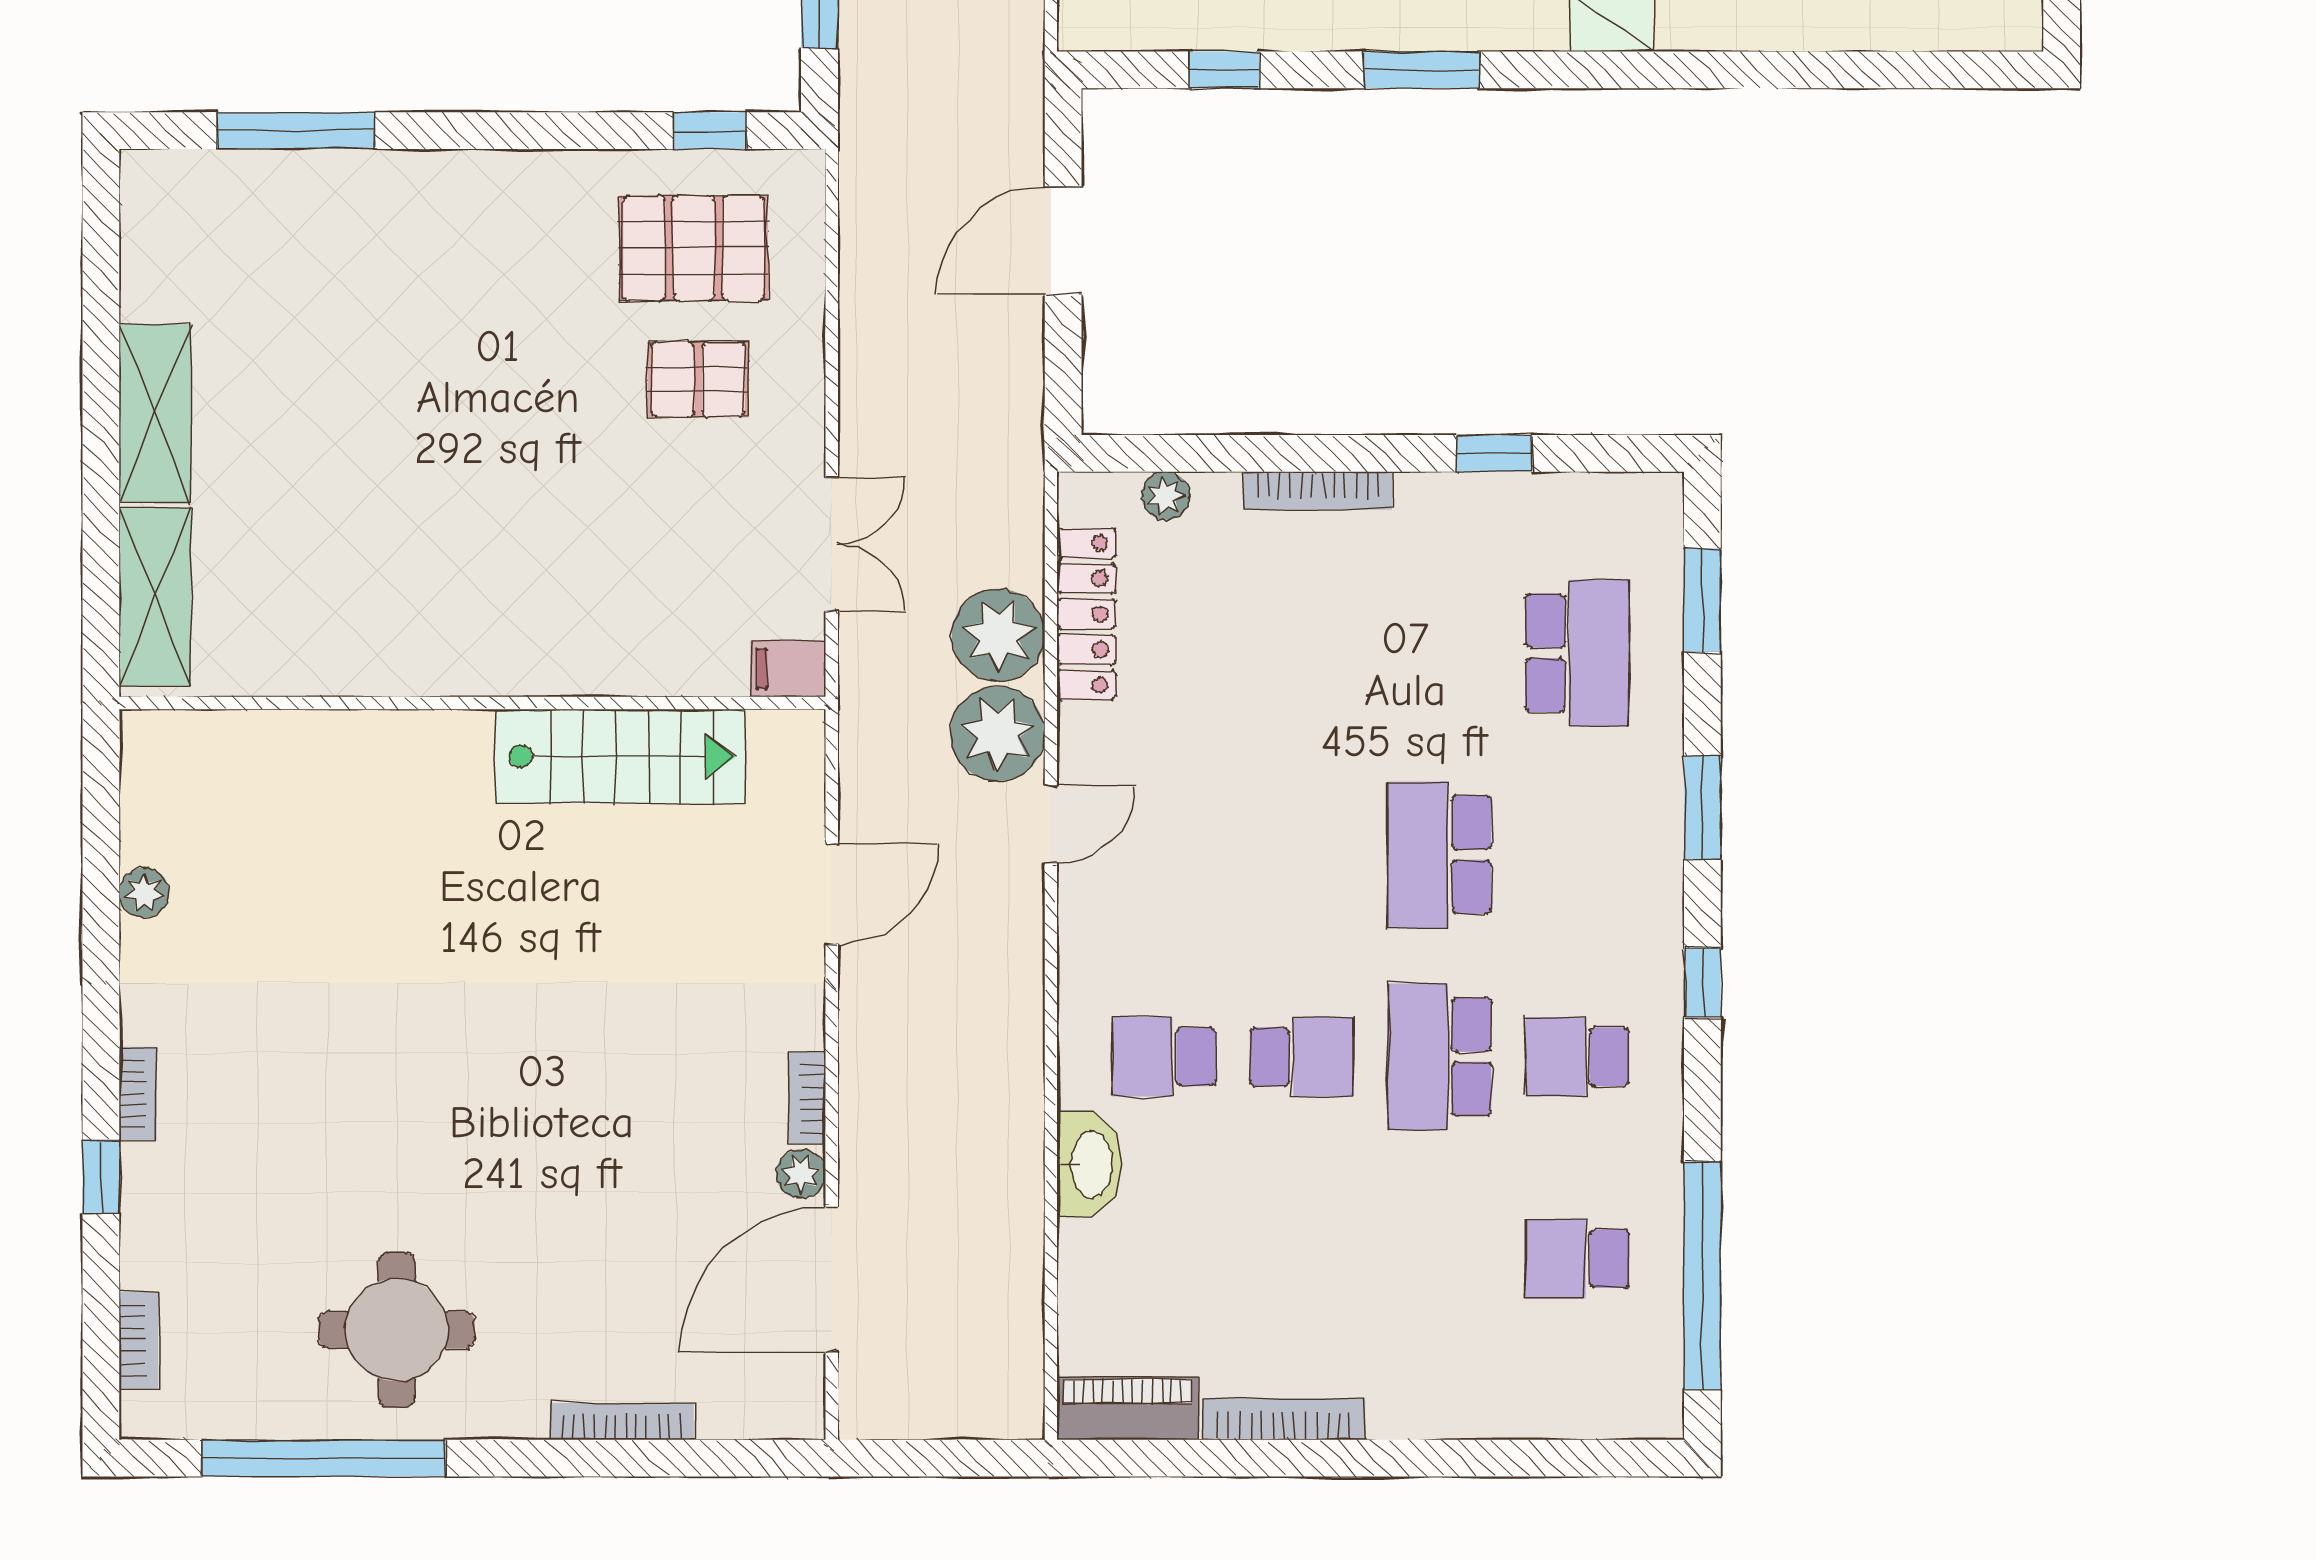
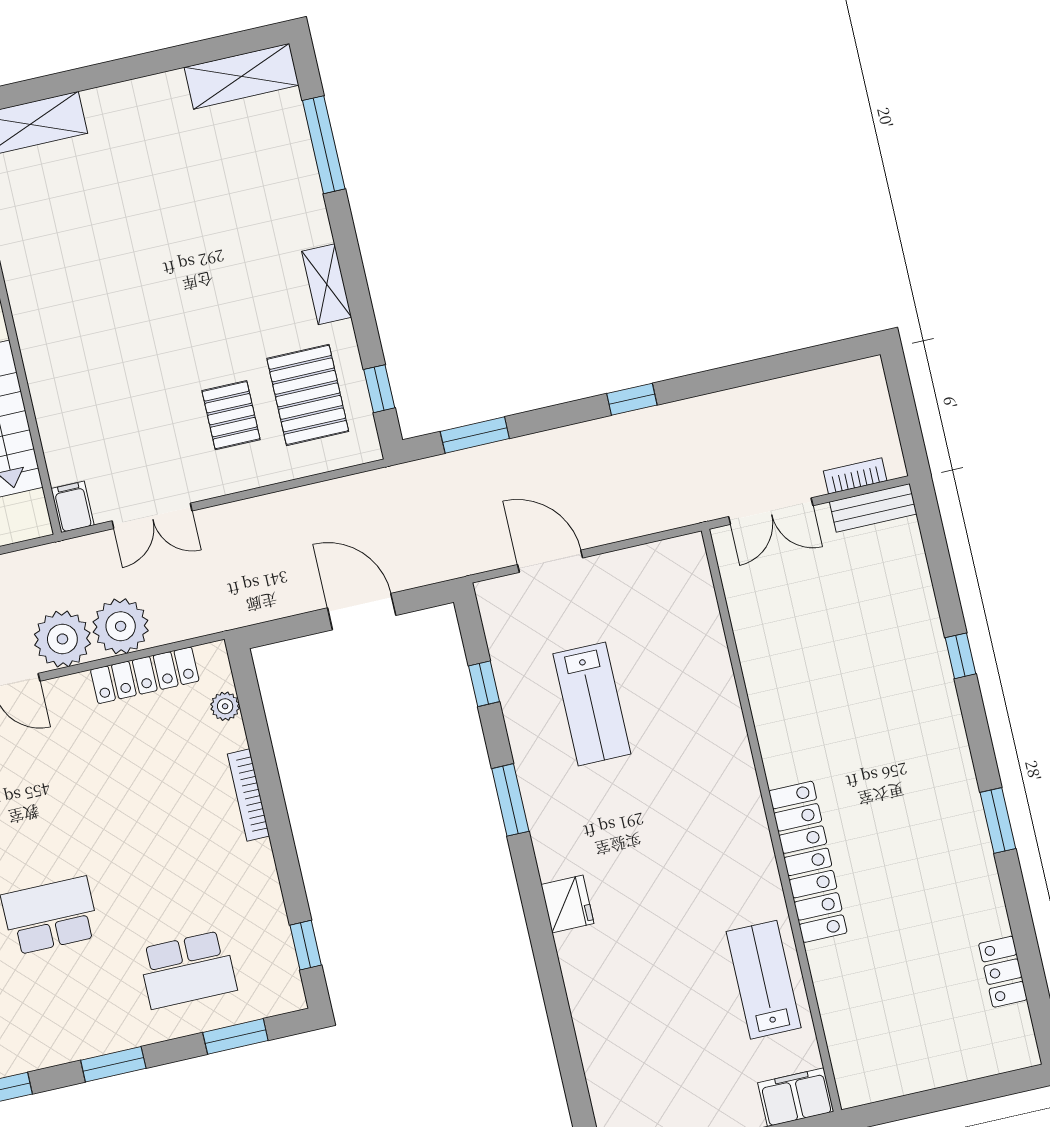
shelving: (522, 177) -> (327, 284), added
shelving: (155, 413) -> (242, 76), moved
window: (1494, 453) -> (306, 945), moved

